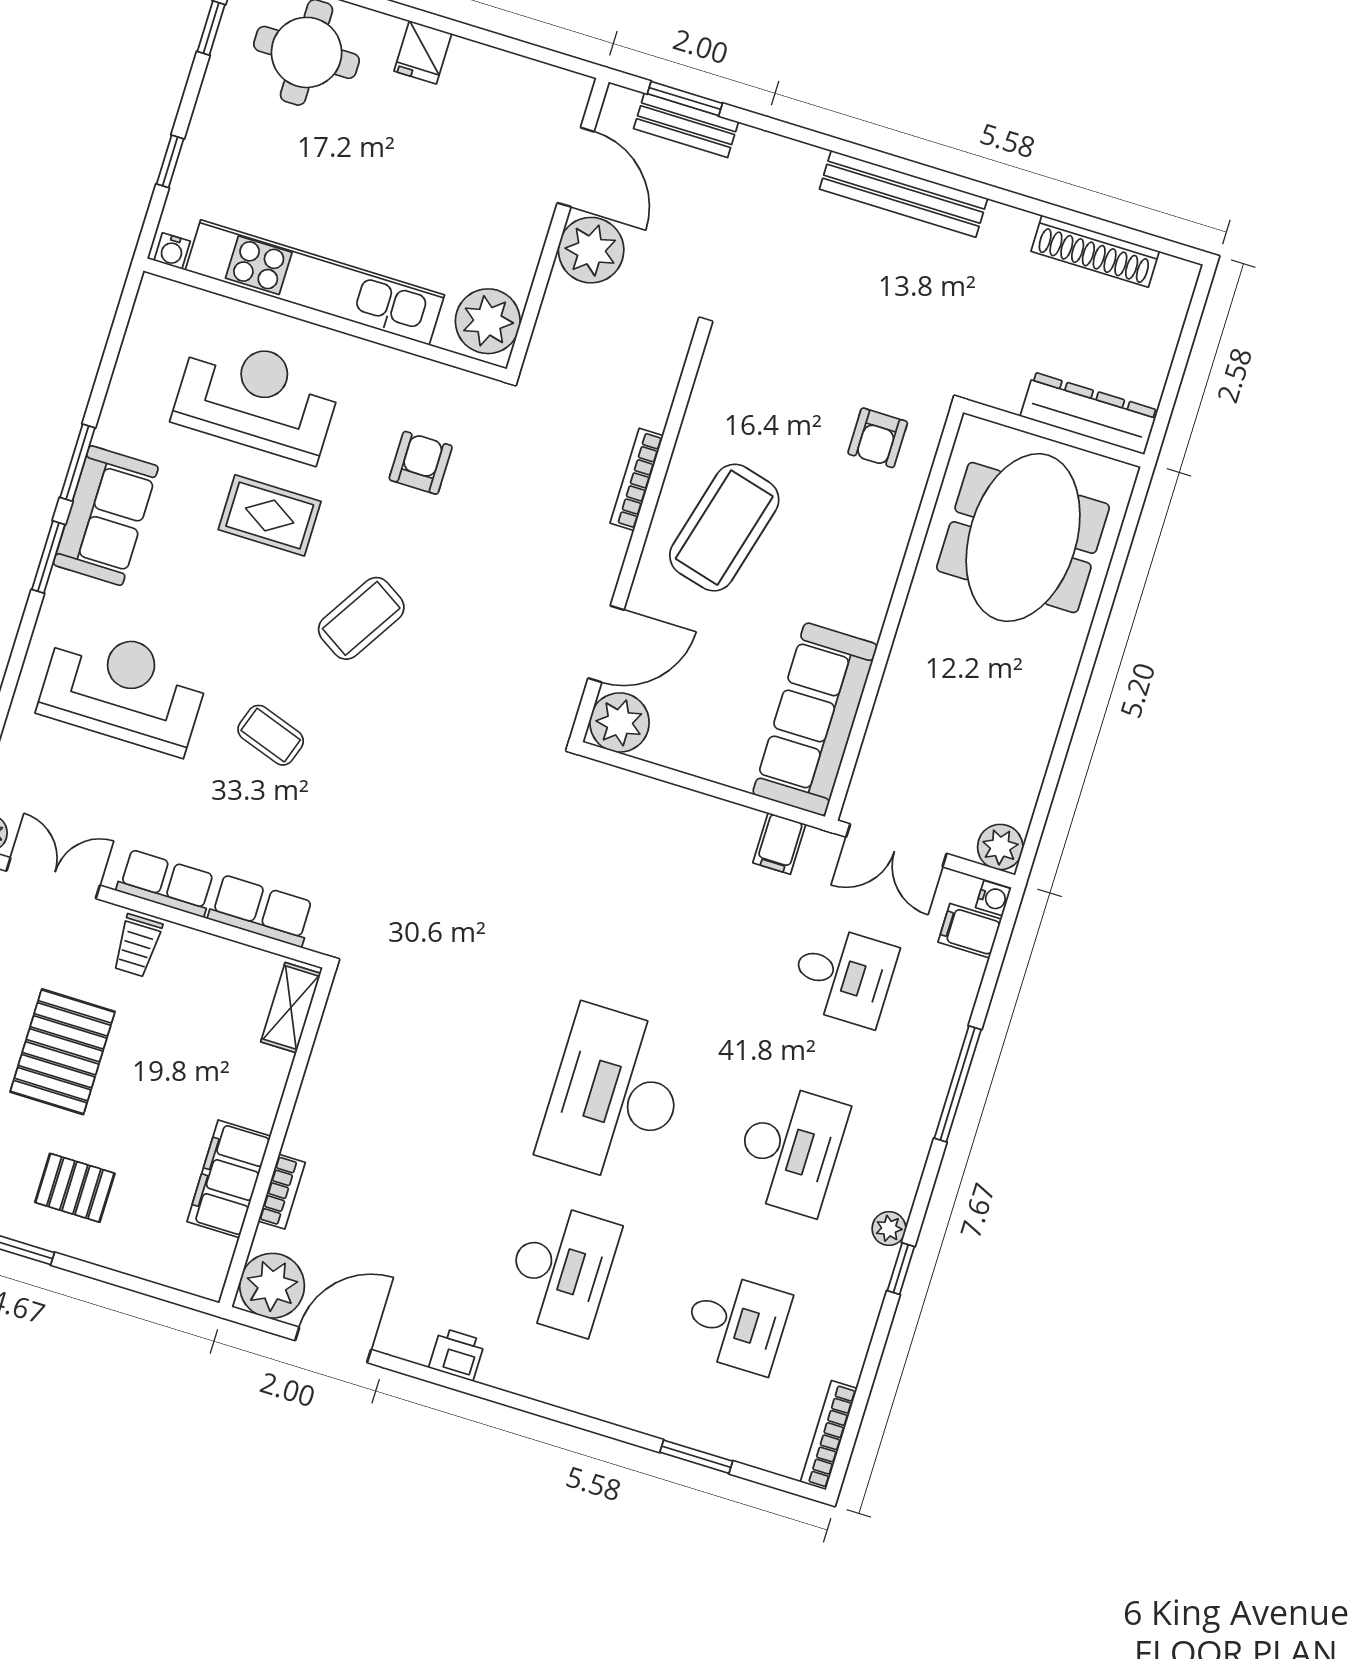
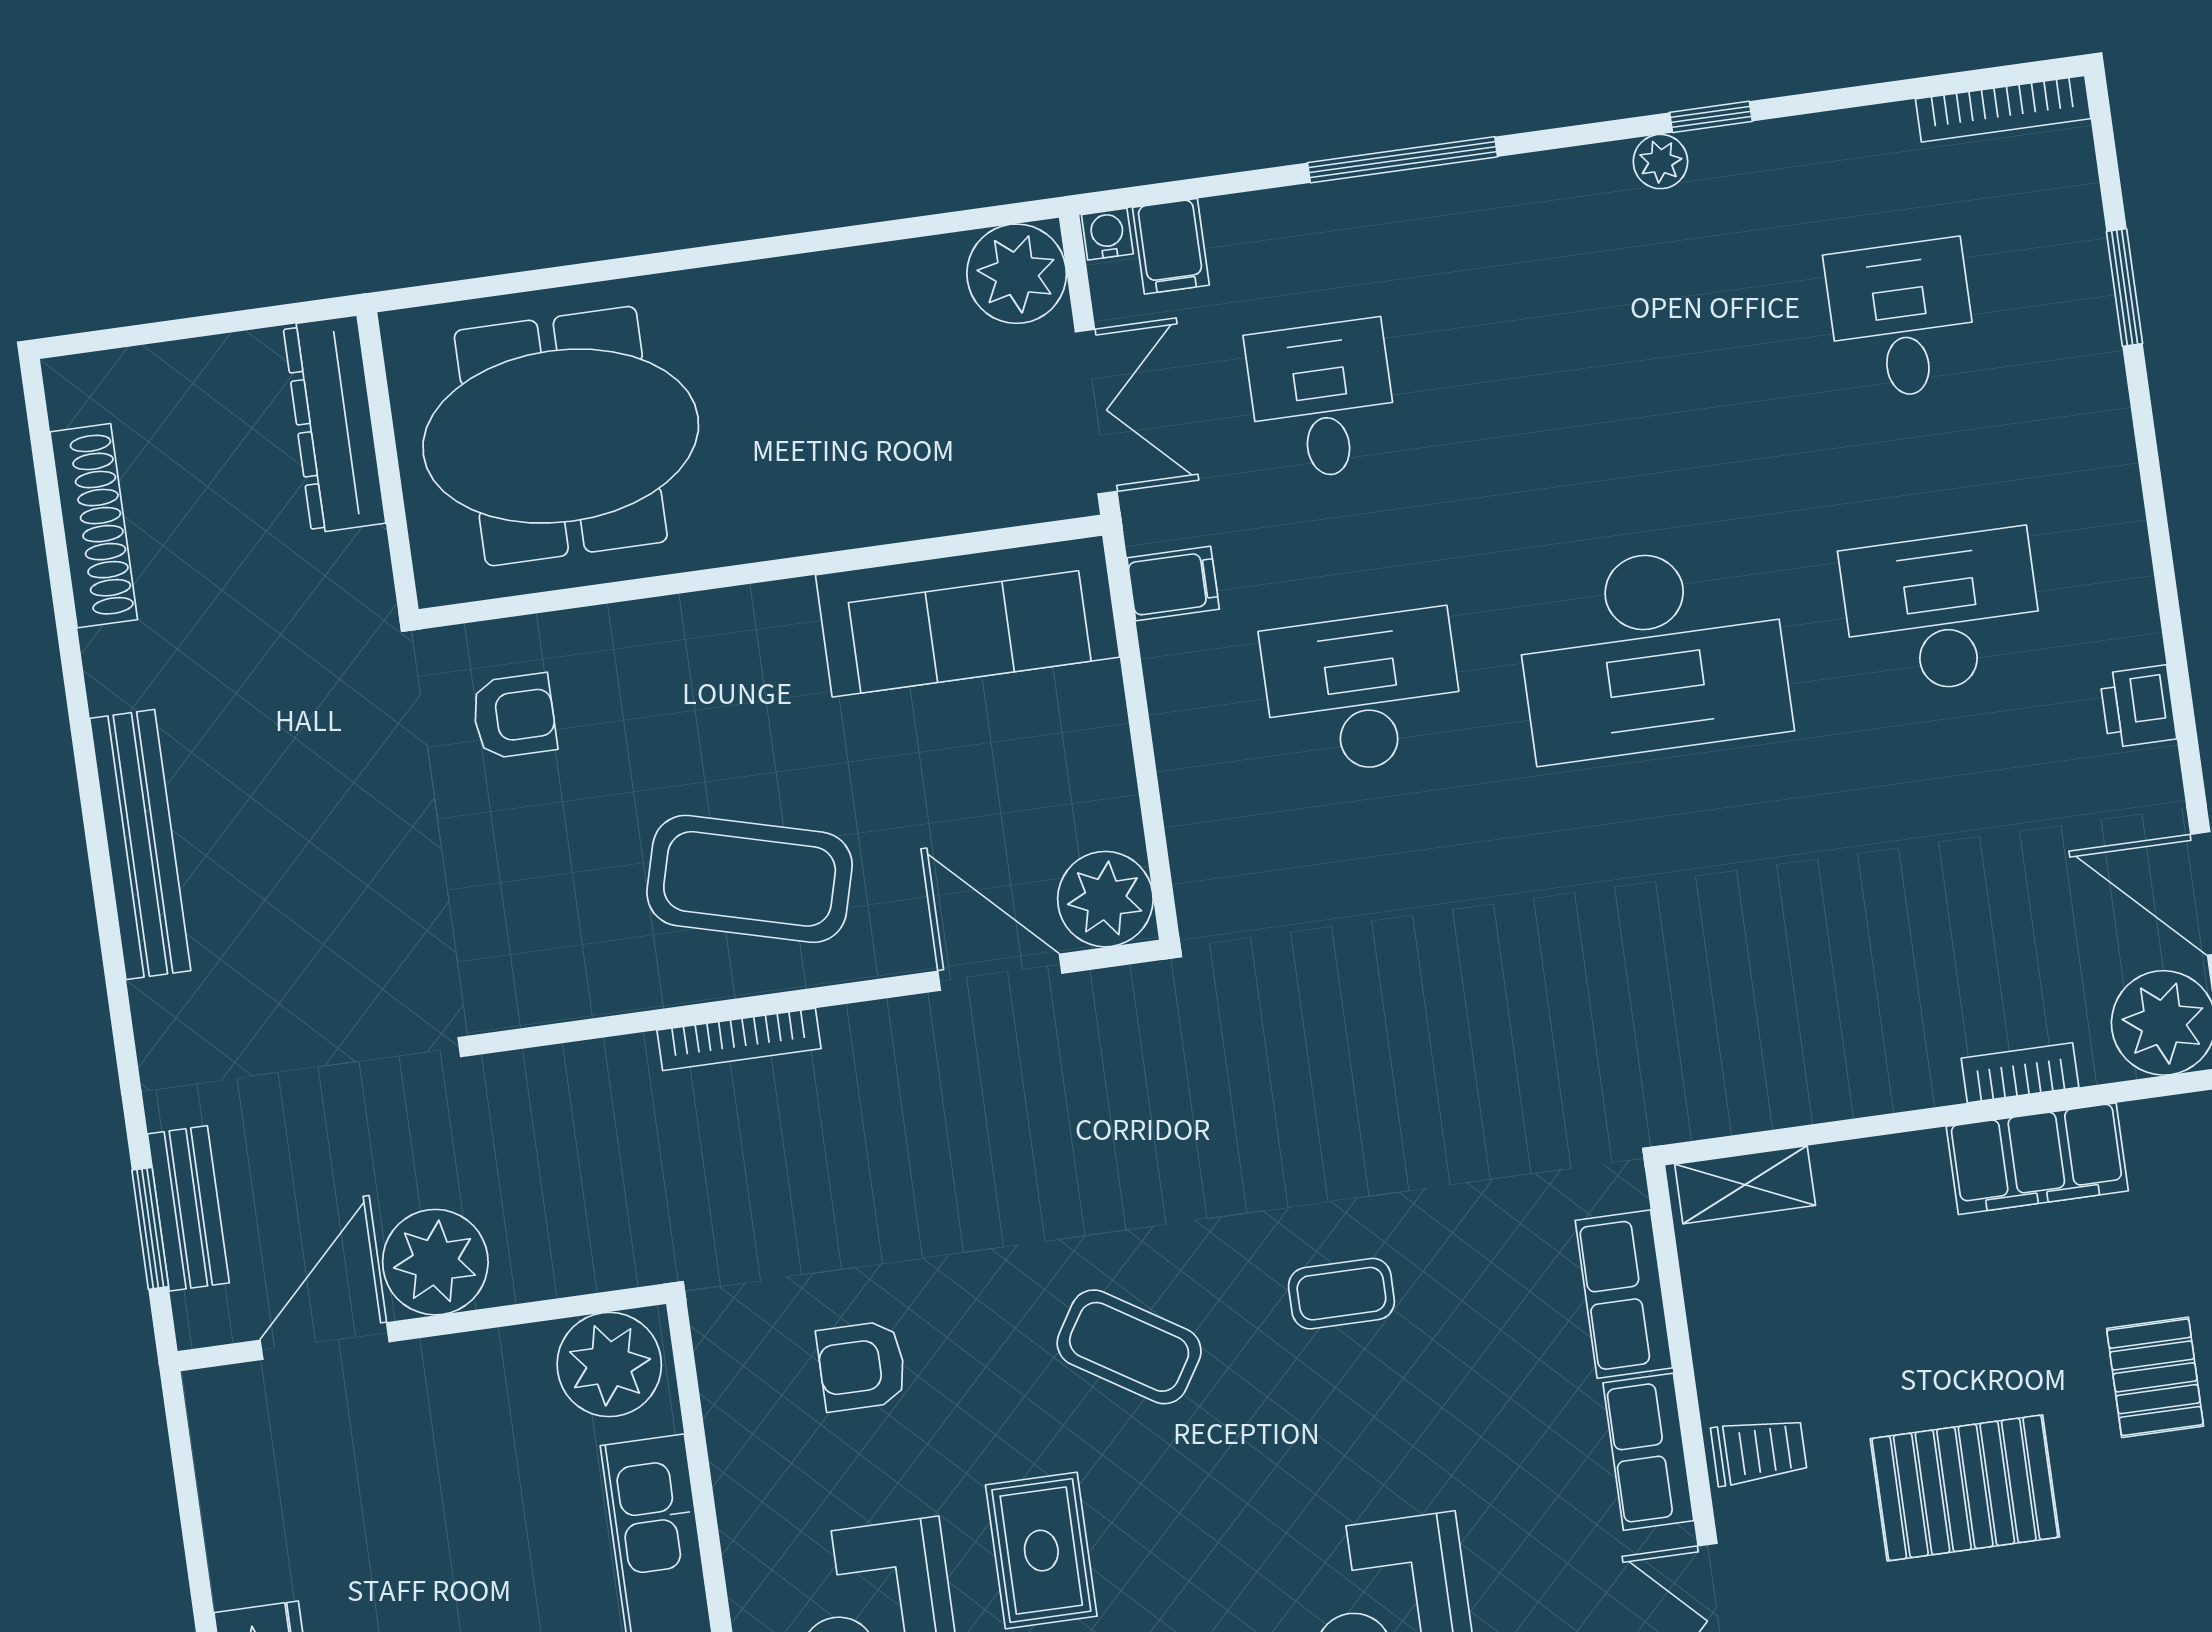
coffee table: (271, 735) -> (1341, 1294), moved, turned 71
plant: (1000, 847) -> (1017, 274), width x1.36, depth x1.36
desk: (790, 1149) -> (1363, 693), moved

